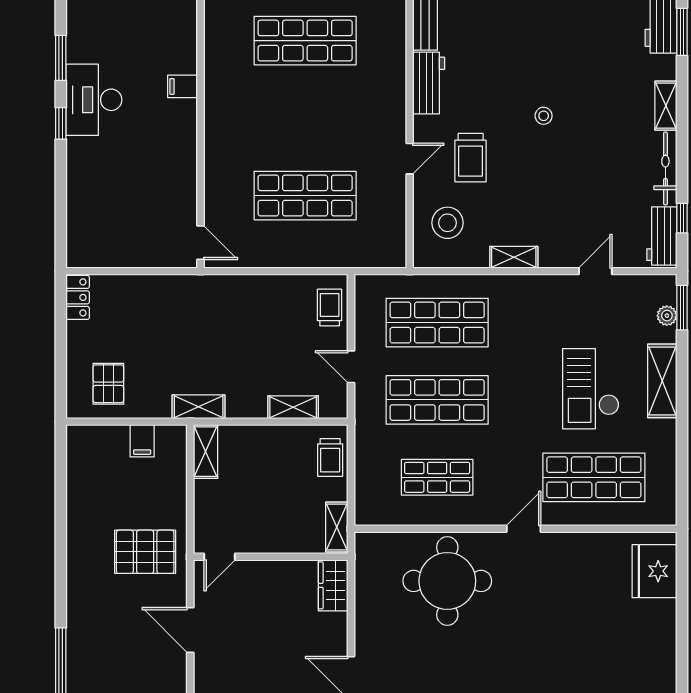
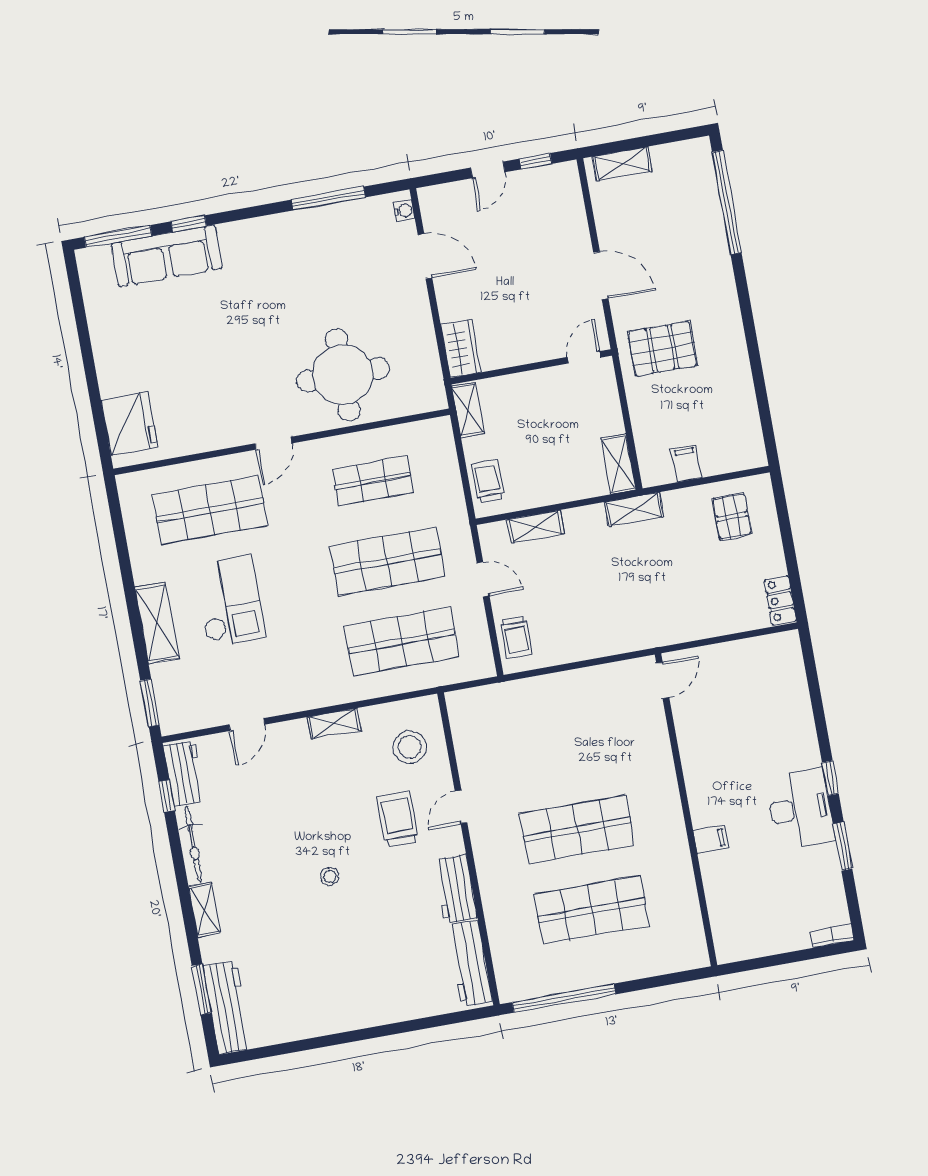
shop shelf: (305, 196) -> (577, 829), moved
door: (200, 243) -> (663, 680), swing flipped
plant: (667, 316) -> (164, 692), removed

